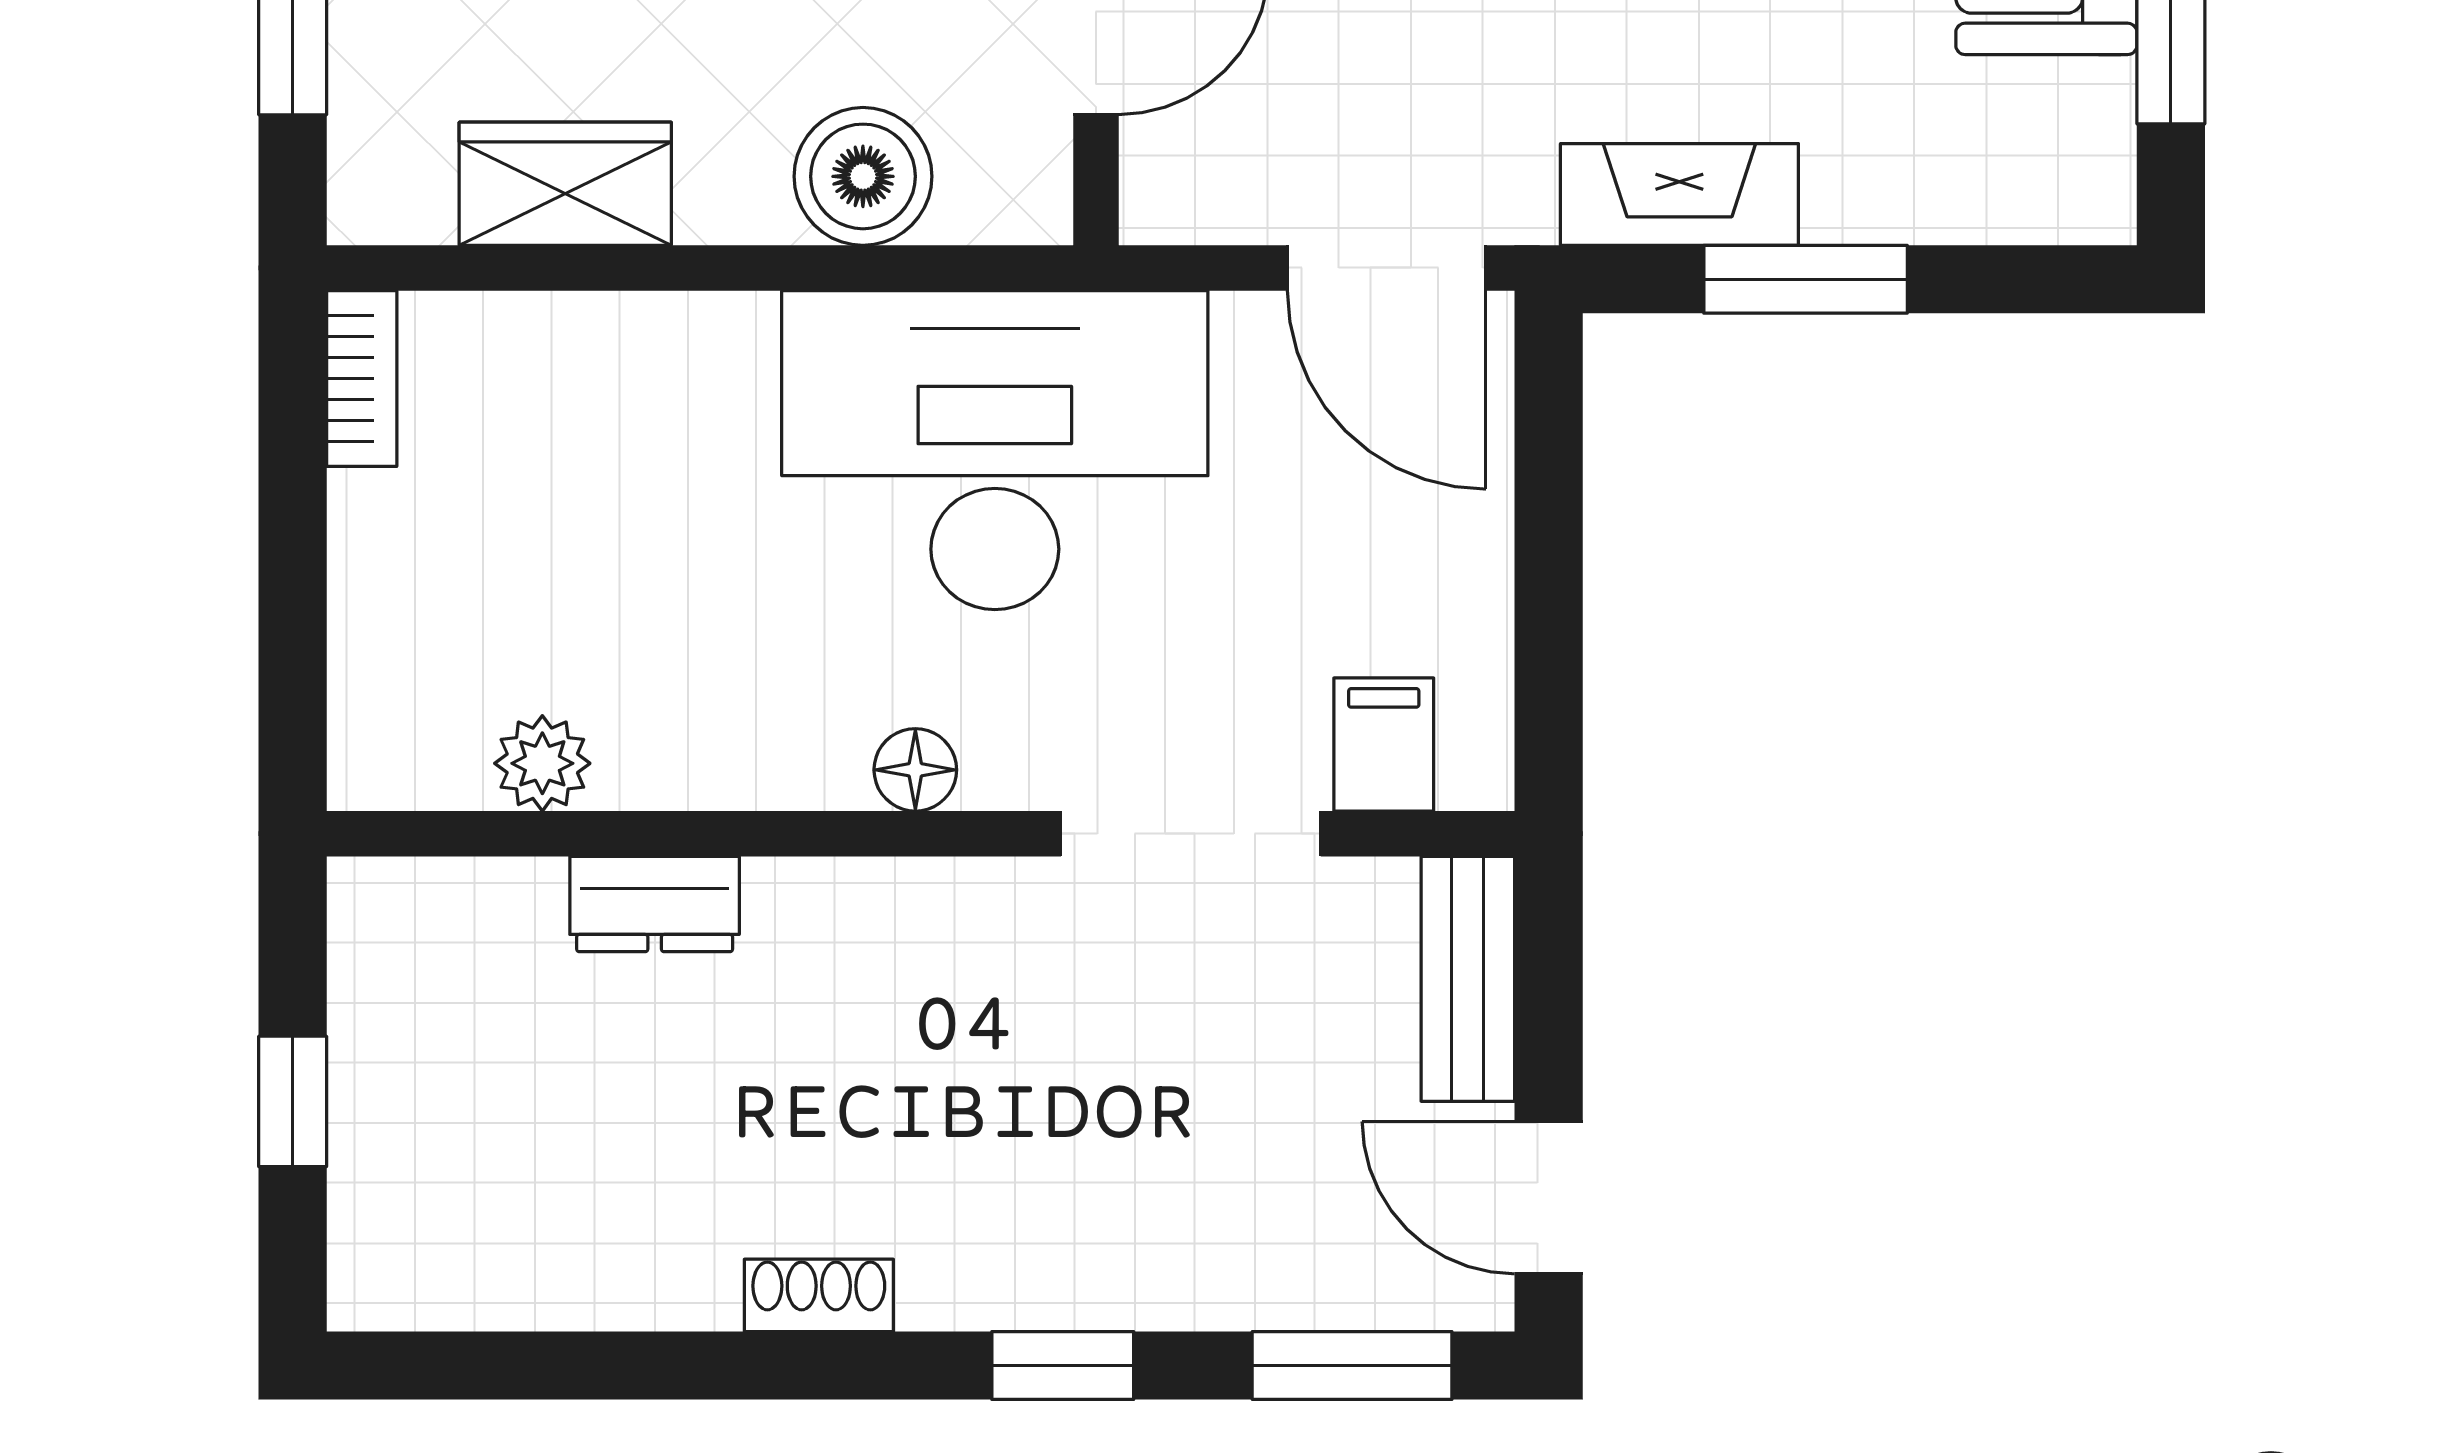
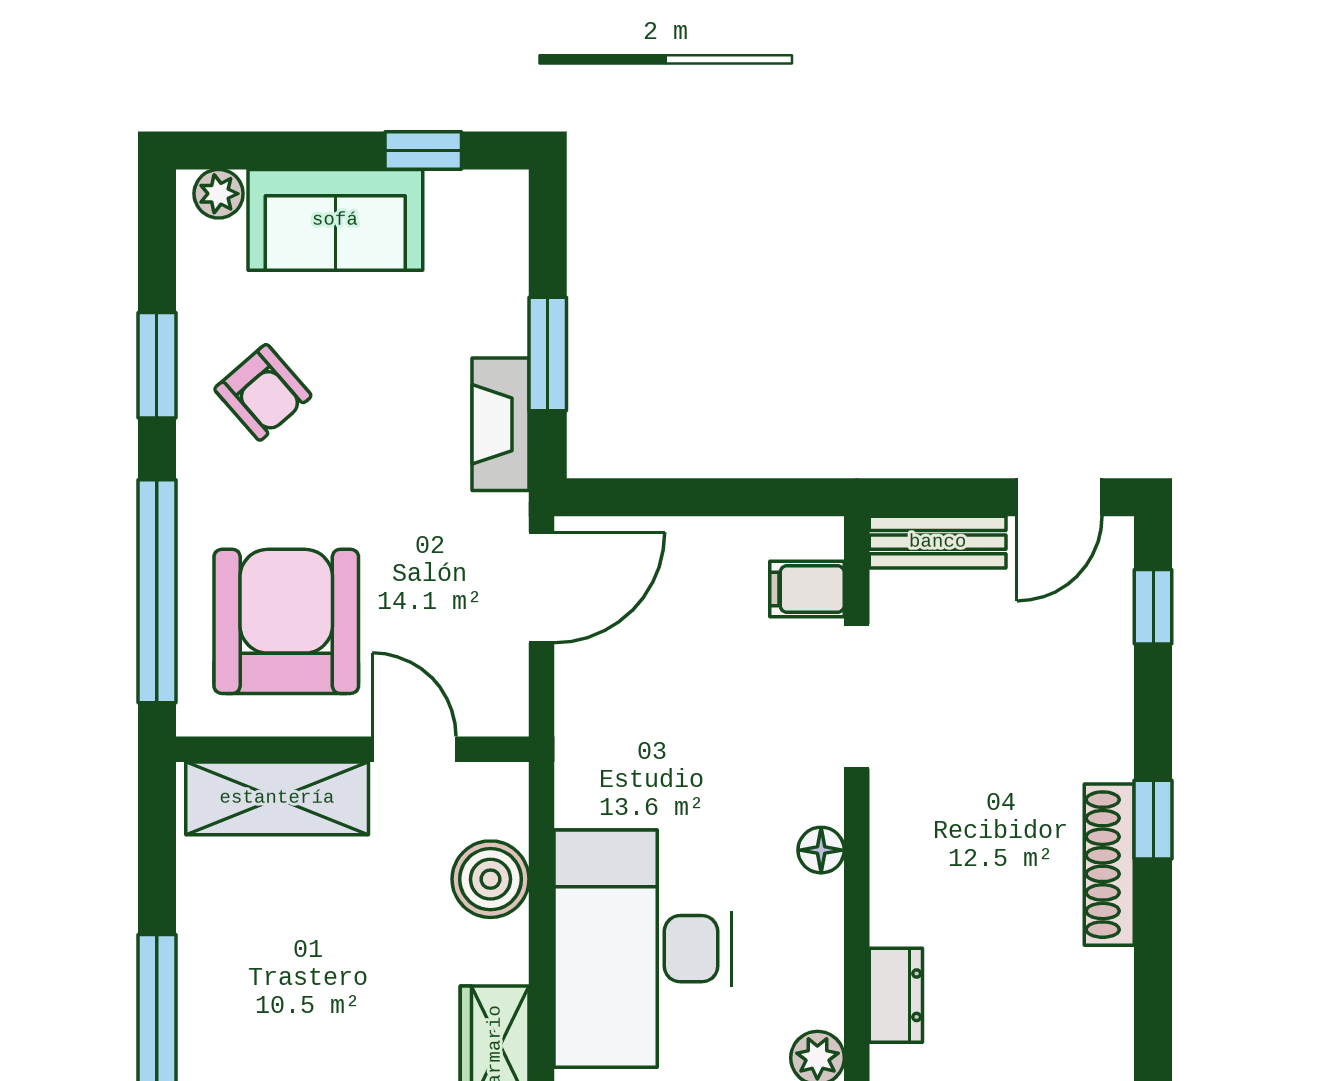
desk: (995, 450) -> (643, 949), moved
shoe rack: (819, 1295) -> (1109, 865), width x1.94, depth x1.24
window: (1063, 1366) -> (1153, 820), moved
window: (1352, 1366) -> (1153, 607), width x0.67

